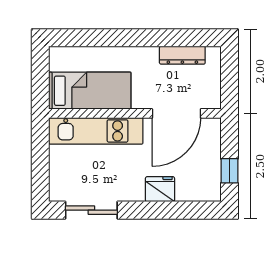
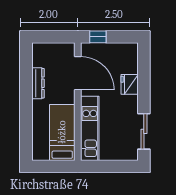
dresser: (182, 55) -> (38, 83), moved
window: (229, 171) -> (98, 37), moved

